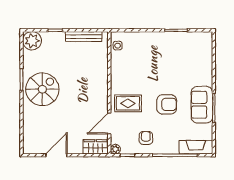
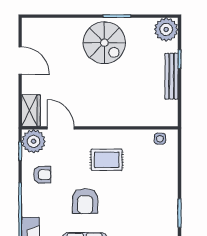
bench: (84, 37) -> (172, 76), moved
rug: (128, 103) -> (107, 160), moved, turned 90
plant: (115, 149) -> (34, 141), width x1.88, depth x1.88

